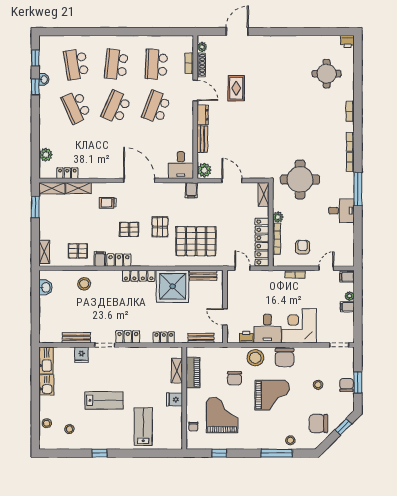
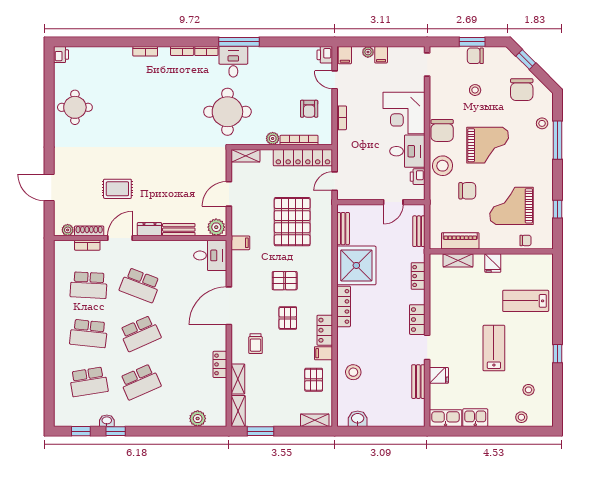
round table: (327, 74) -> (75, 107), moved
school desk: (116, 107) -> (140, 333), turned -48
locker: (67, 173) -> (220, 364), moved
desk: (341, 211) -> (233, 62), moved
pallet: (196, 241) -> (292, 222), moved
armchair: (303, 247) -> (309, 109), turned -90
printer: (347, 260) -> (325, 55), added
chair: (285, 357) -> (442, 130), turned 90
grand piano: (272, 395) -> (488, 145), turned 90

